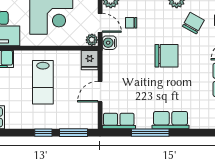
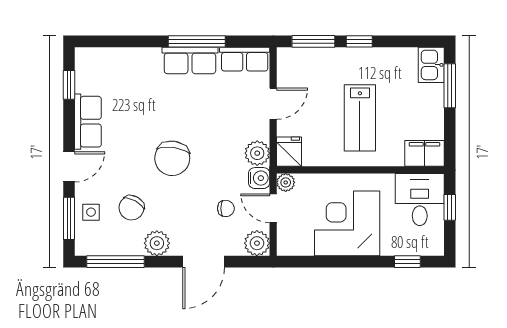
chair: (166, 56) -> (172, 158), turned -82
plant: (111, 59) -> (257, 153), added
lab bench: (43, 82) -> (360, 118), turned 180
row of seats: (171, 120) -> (190, 60), moved

